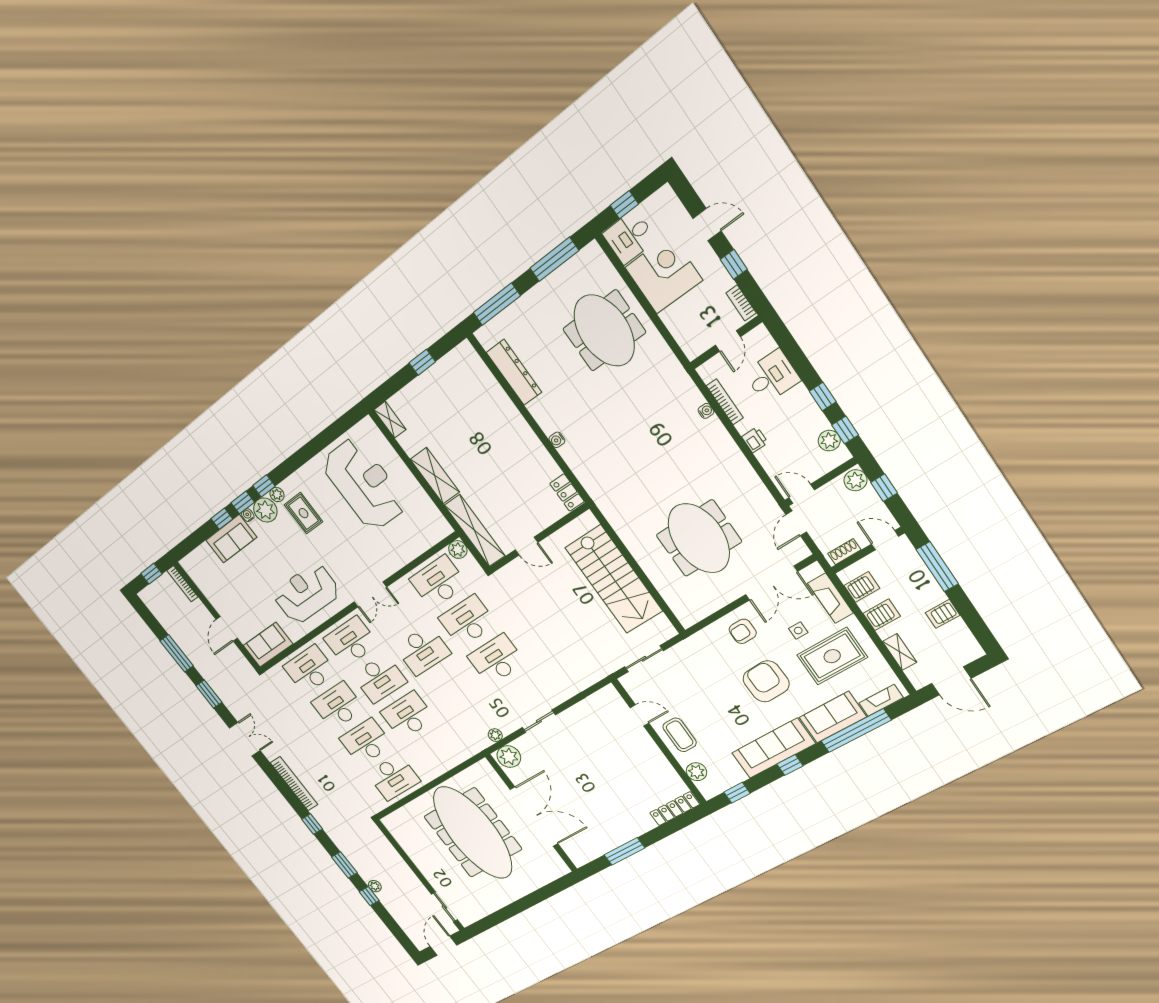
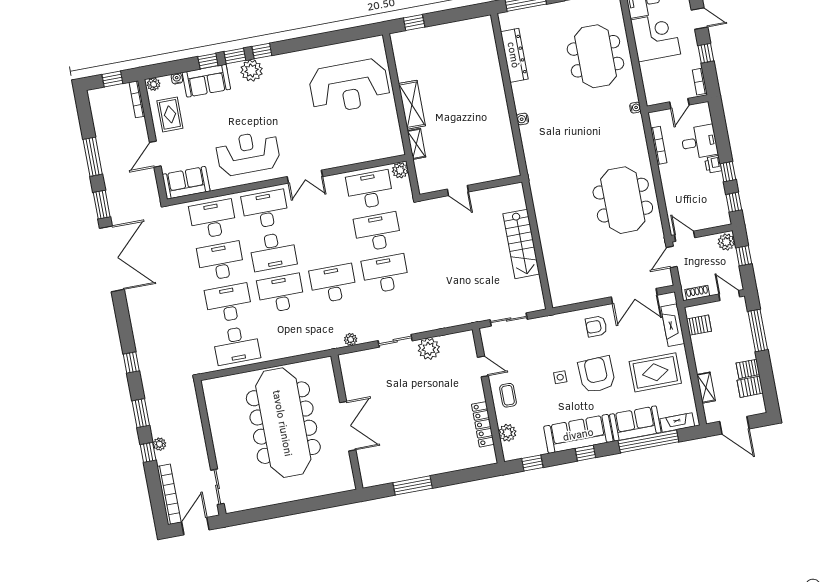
window: (422, 362) -> (414, 23), moved
water cooler: (706, 411) -> (635, 108), moved
shelving: (390, 420) -> (398, 47), removed
printer: (755, 440) -> (713, 164), moved, turned 180
plant: (829, 441) -> (720, 205), removed
reception desk: (364, 484) -> (349, 86), turned 90
locker: (567, 493) -> (511, 162), removed
plant: (277, 494) -> (154, 84), moved
rug: (303, 513) -> (170, 114), moved
water cooler: (248, 515) -> (177, 78), moved
shelving: (475, 531) -> (416, 144), width x0.45, depth x0.75
meeting table: (699, 538) -> (623, 200), moved
stairs: (614, 579) -> (521, 244), width x0.73, depth x0.66
server rack: (882, 615) -> (750, 387), moved, turned 180
side table: (798, 631) -> (560, 377), moved
desk: (423, 650) -> (333, 284), moved, turned 180
coffee table: (680, 735) -> (508, 395), width x0.73, depth x0.77
double door: (245, 739) -> (112, 259), width x1.87
plant: (509, 757) -> (429, 349), moved
bookcase: (294, 784) -> (169, 494), moved
locker: (675, 809) -> (483, 424), moved, turned -90
double door: (534, 817) -> (348, 426), width x0.73

